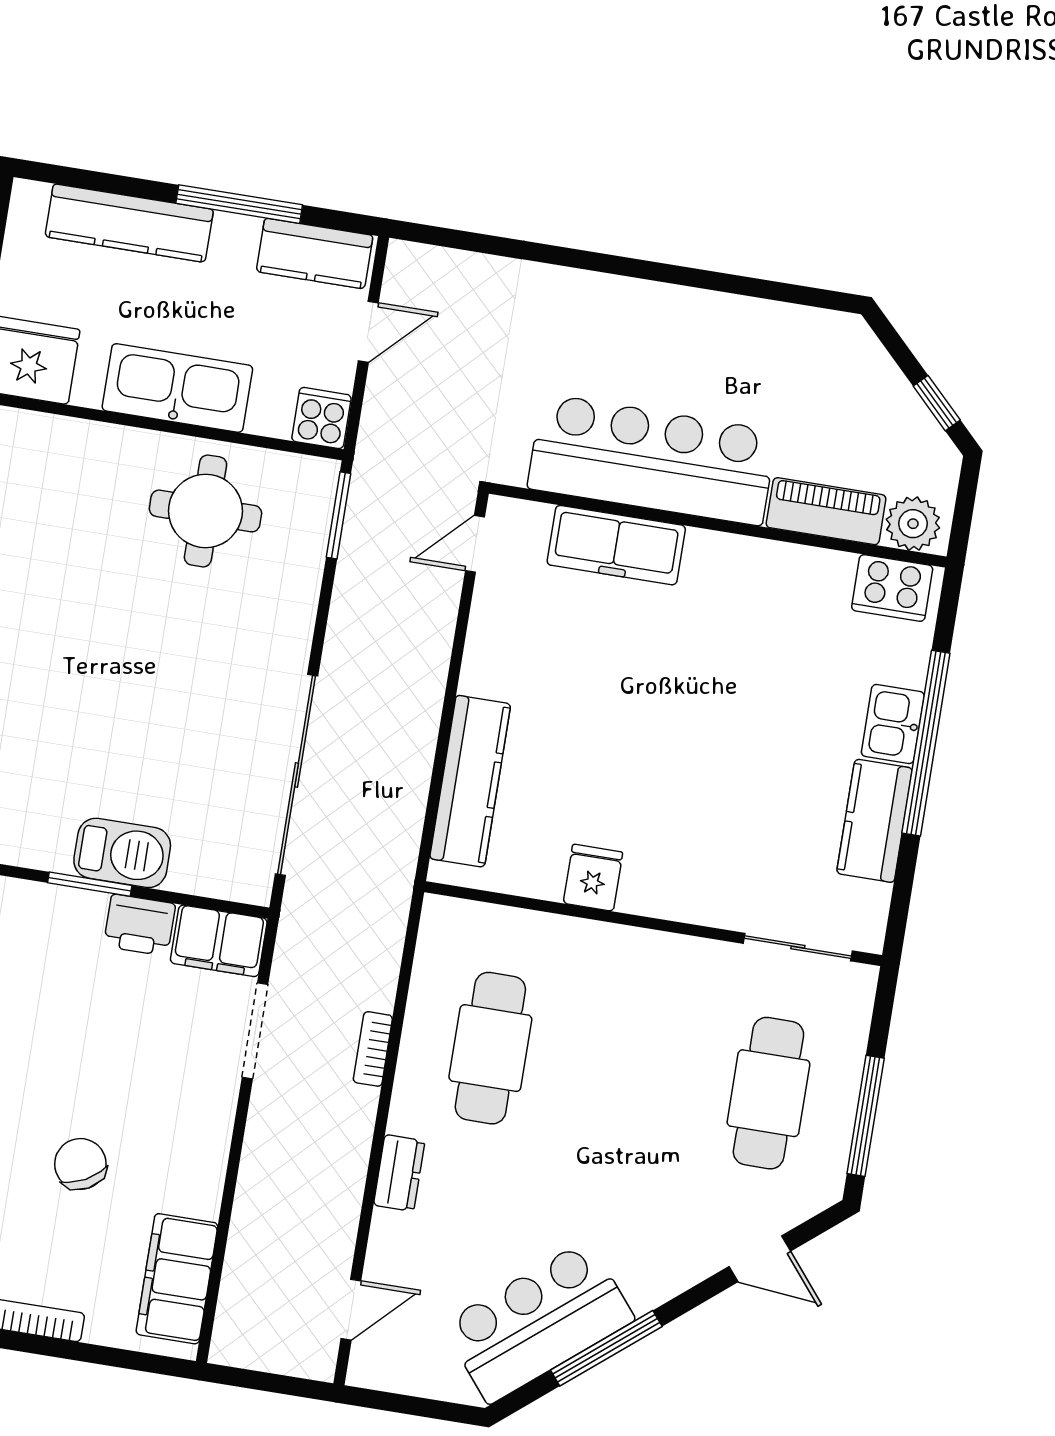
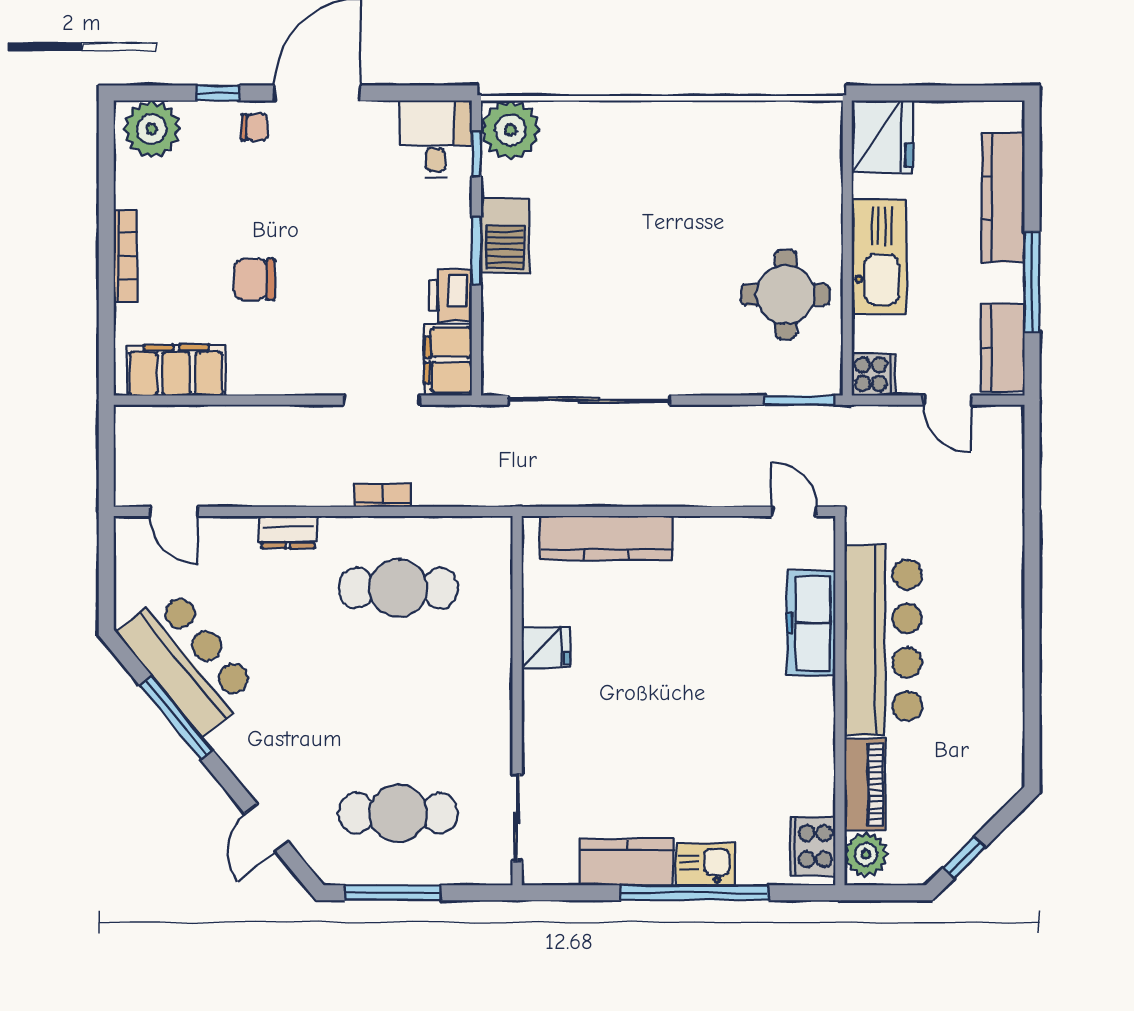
barbecue: (122, 853) -> (505, 236), moved
chair: (80, 1164) -> (254, 279), turned -152

